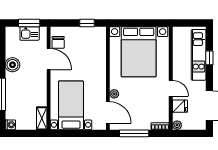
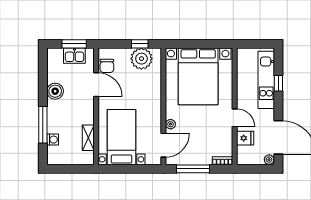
plant: (89, 36) -> (141, 59), added
door: (108, 112) -> (163, 145), hinge flipped
shelving: (42, 118) -> (88, 138), moved
washing machine: (10, 125) -> (53, 140), moved
plant: (177, 125) -> (269, 160), moved

